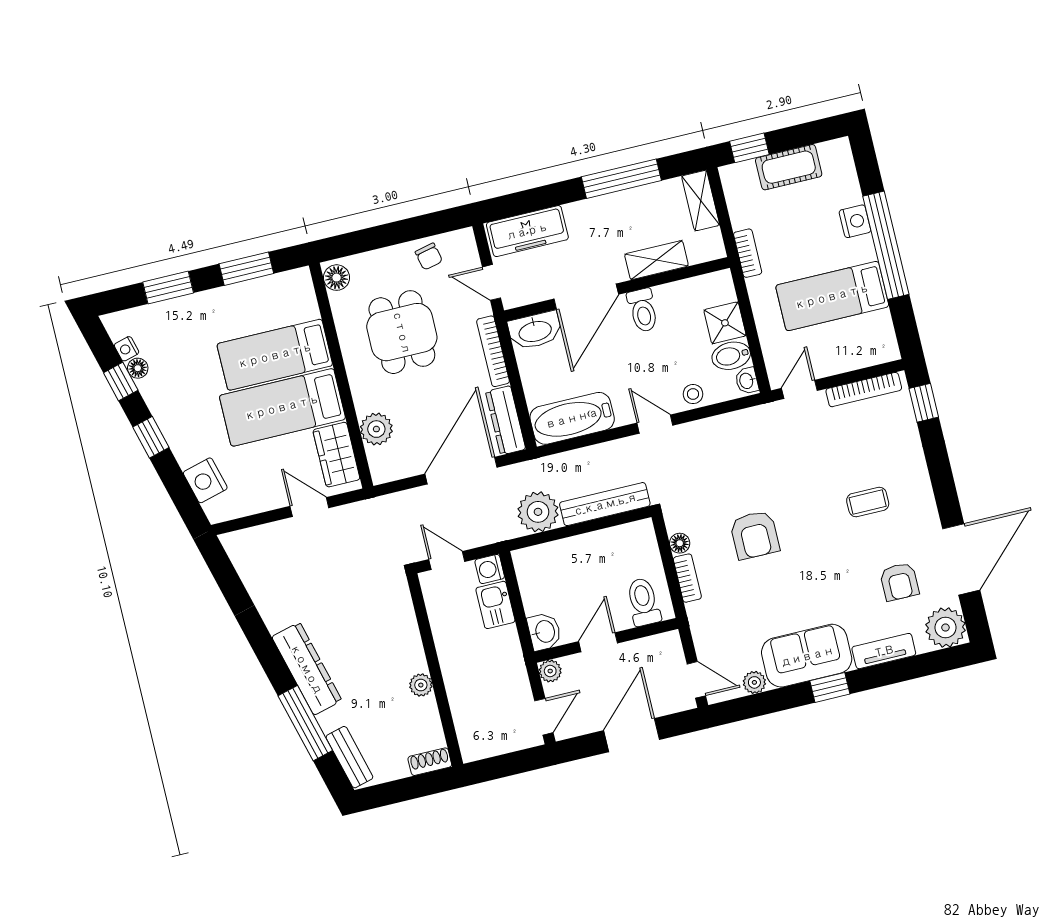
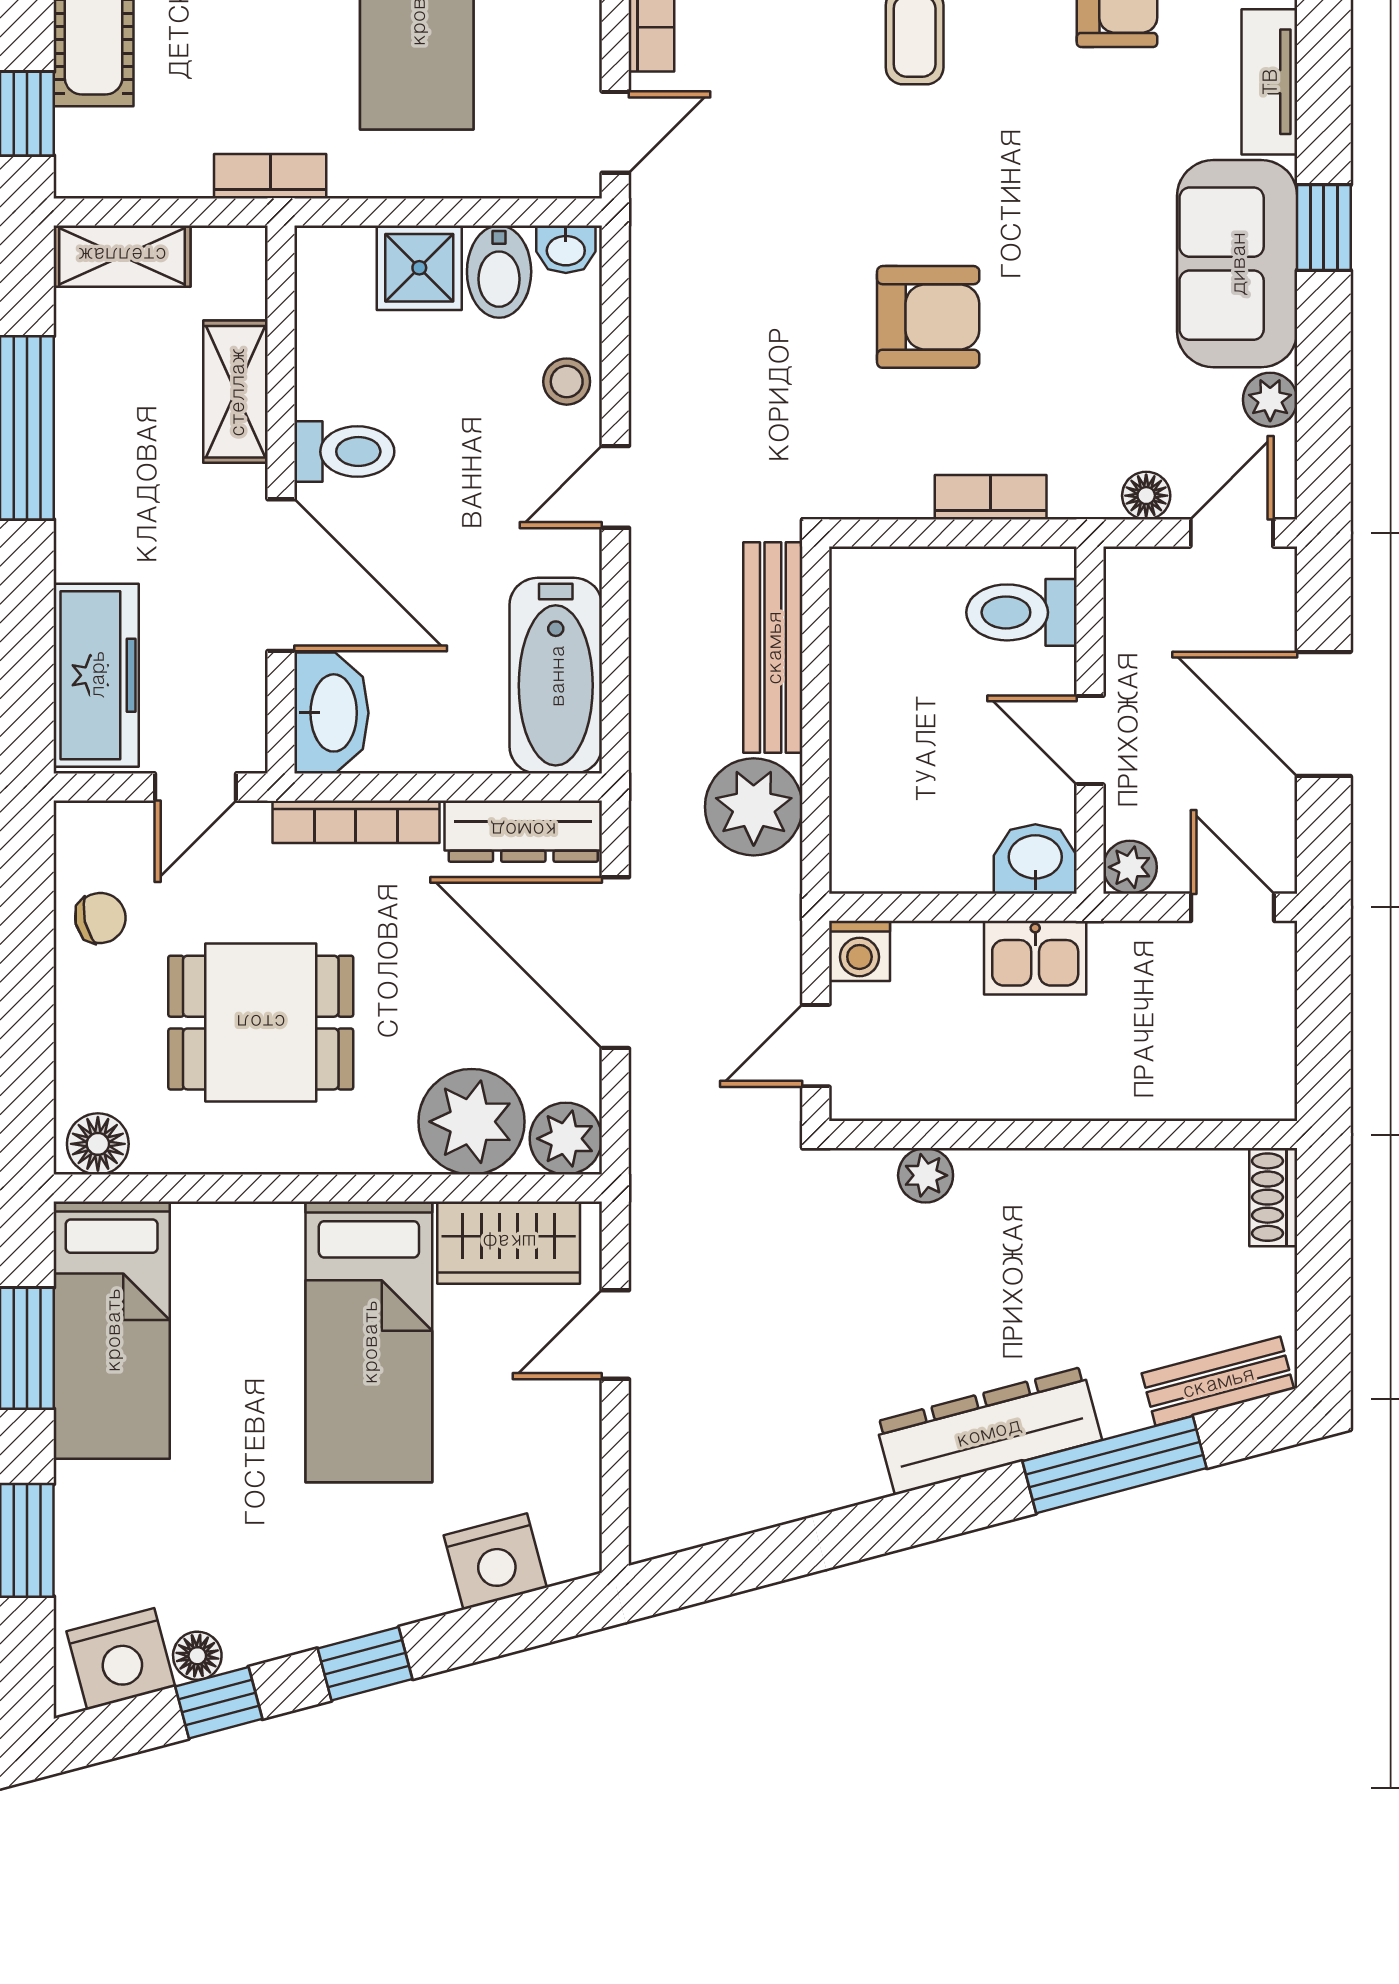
nightstand: (127, 349) -> (121, 1659), width x1.89, depth x1.79
bed: (275, 355) -> (112, 1330), moved
door: (799, 389) -> (615, 132), swing flipped
plant: (376, 429) -> (472, 1122), width x1.36, depth x1.36
plant: (384, 468) -> (566, 1139), added
floor lamp: (680, 543) -> (1146, 496), moved
kitchen sink: (495, 605) -> (1035, 958), moved
plant: (421, 685) -> (926, 1175), moved

